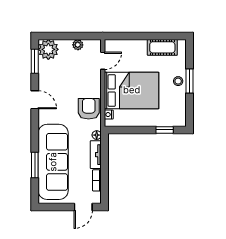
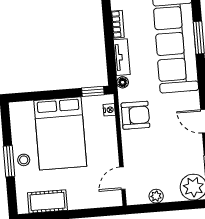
bed: (132, 90) -> (60, 133), moved, turned -90
armchair: (89, 109) -> (135, 115), turned -90
window: (165, 130) -> (93, 91), moved

